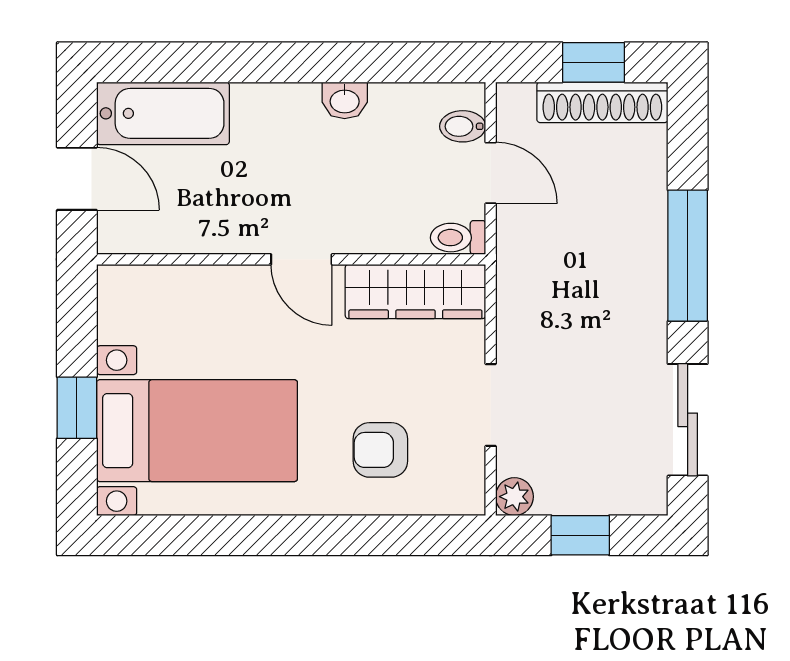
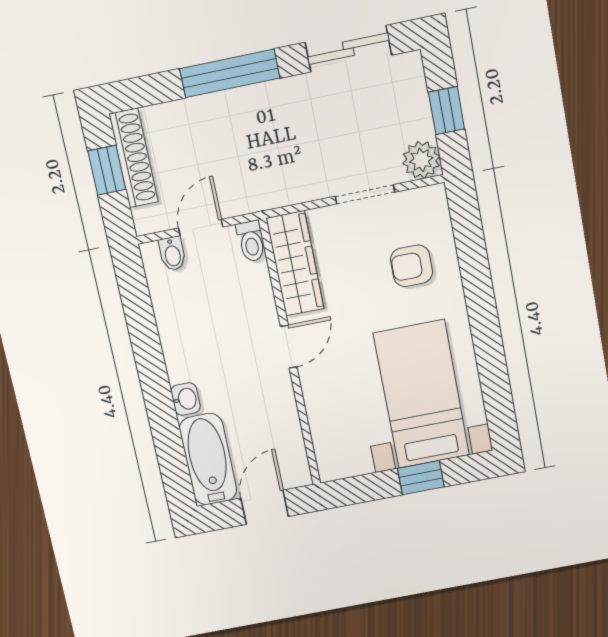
washbasin: (345, 100) -> (186, 399), moved
armchair: (380, 450) -> (411, 266), turned 90
plant: (514, 497) -> (421, 160), width x1.38, depth x1.38

